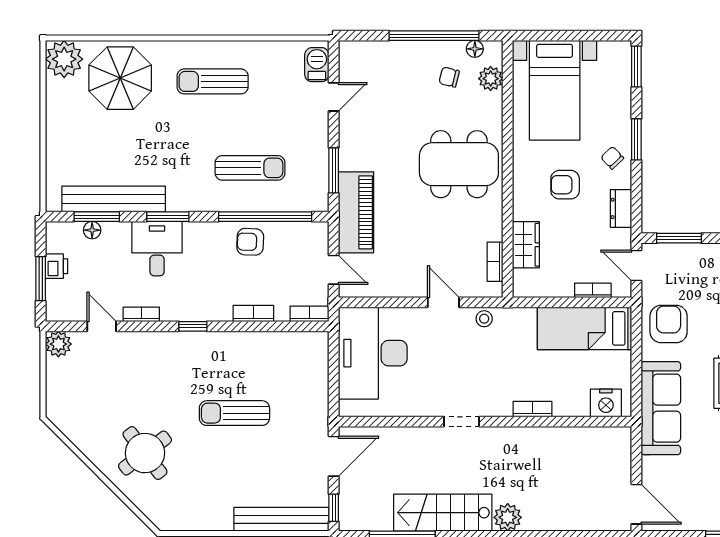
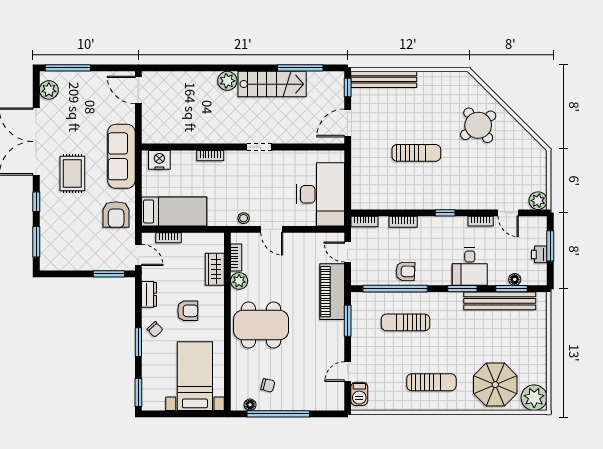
plant: (491, 79) -> (239, 281), moved

